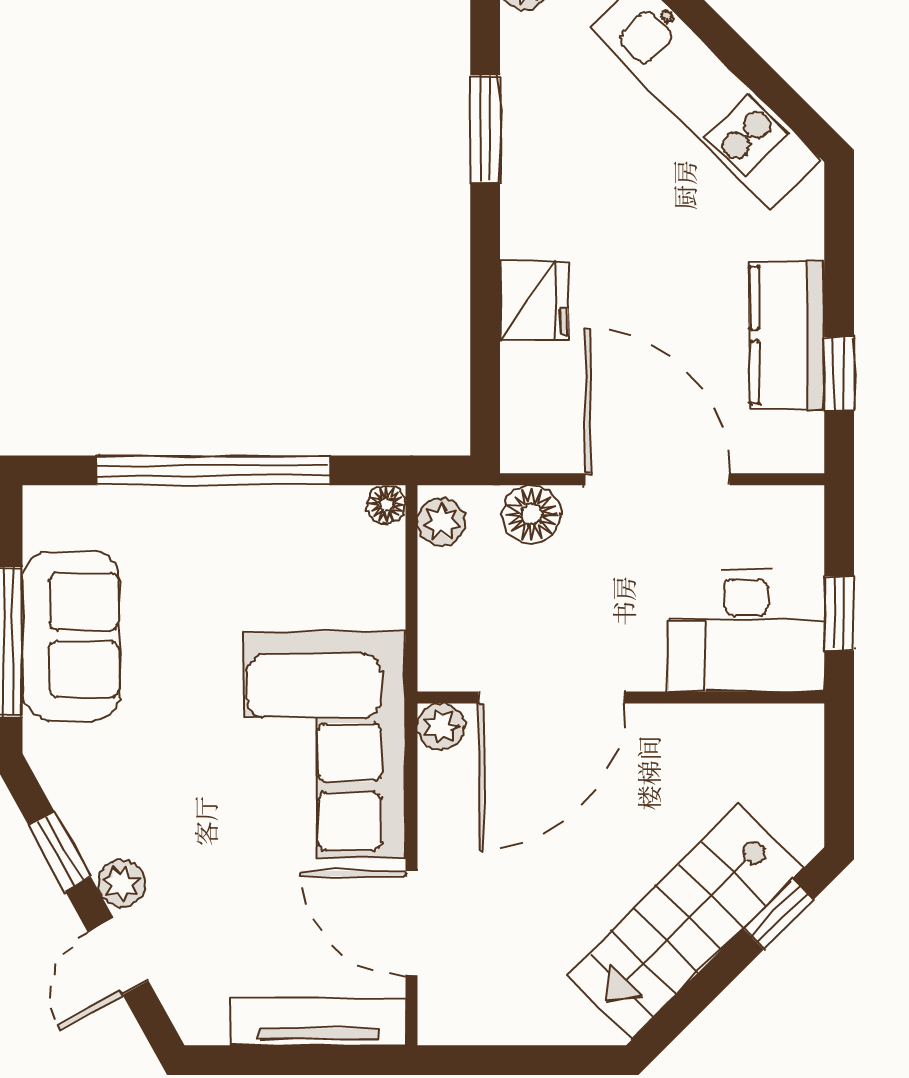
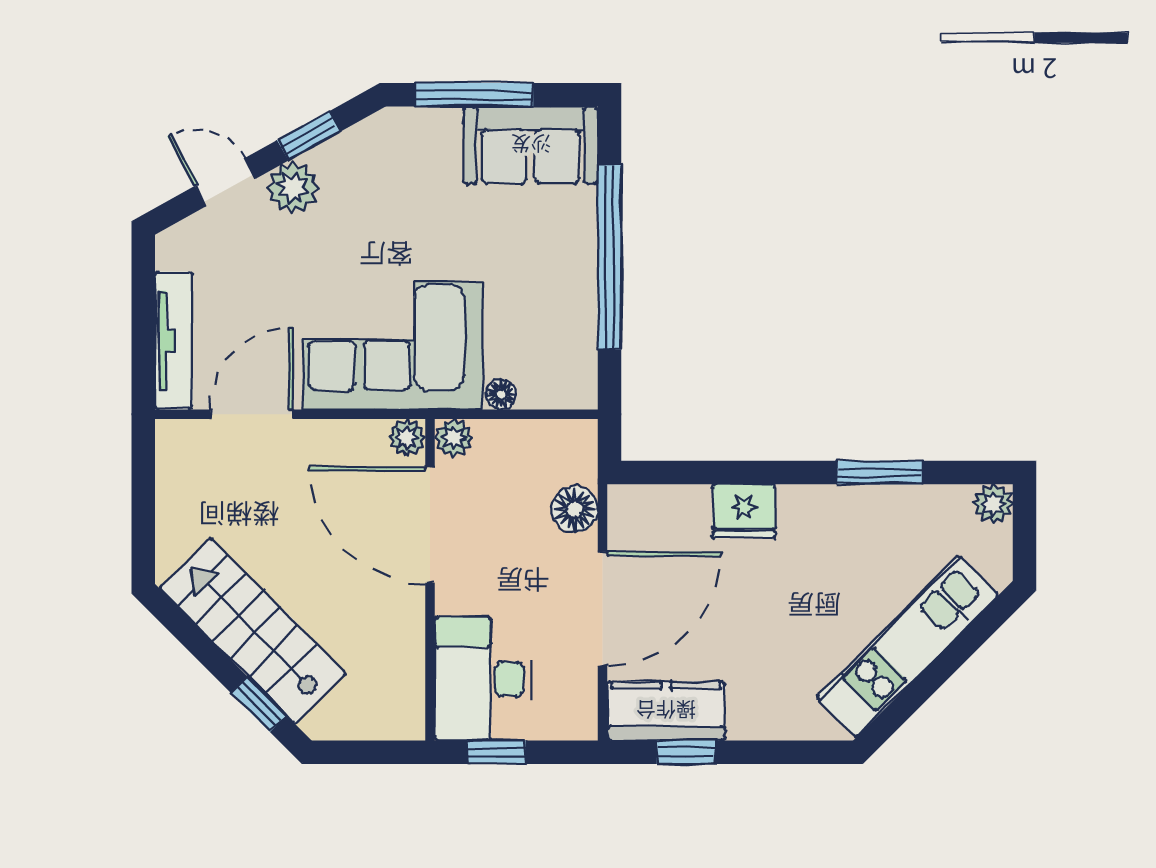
kitchen counter: (787, 335) -> (666, 711), moved
floor lamp: (386, 504) -> (501, 394), moved
plant: (441, 522) -> (454, 438), moved
sofa: (71, 636) -> (531, 145), moved
plant: (121, 883) -> (293, 187), width x1.38, depth x1.38

